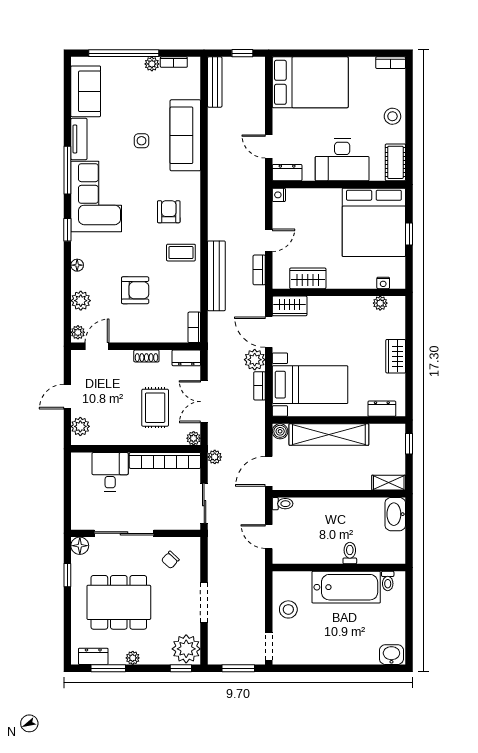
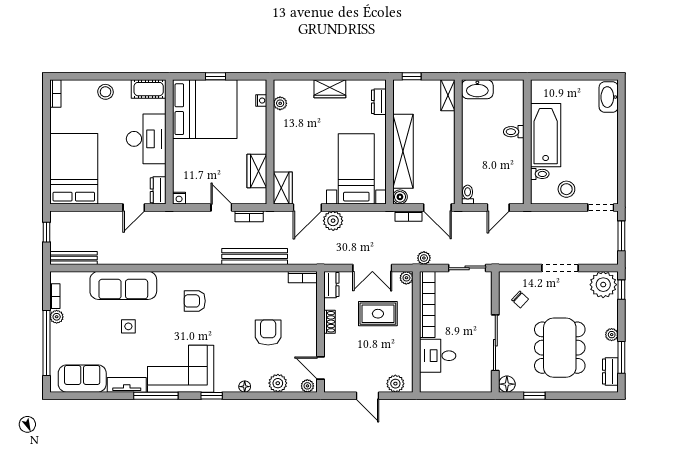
coffee table: (181, 253) -> (233, 290), removed
bookcase: (260, 386) -> (408, 216), moved
toilet: (388, 581) -> (540, 174), moved
washbasin: (391, 655) -> (609, 97), width x1.38

